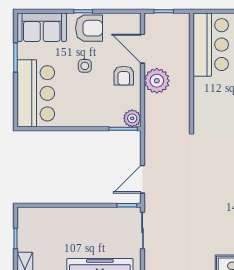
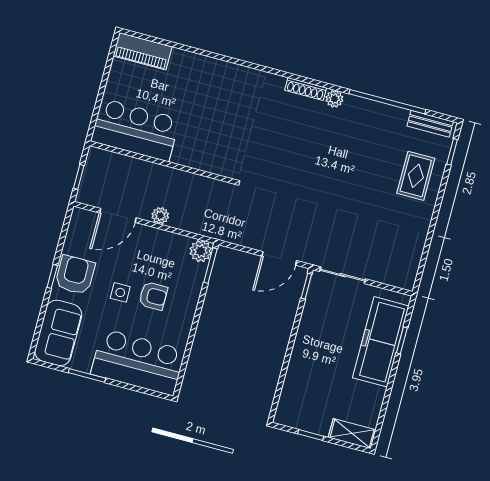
armchair: (124, 76) -> (153, 296), moved
plant: (157, 81) -> (160, 216), width x0.53, depth x0.53
door: (143, 179) -> (279, 258), hinge flipped

